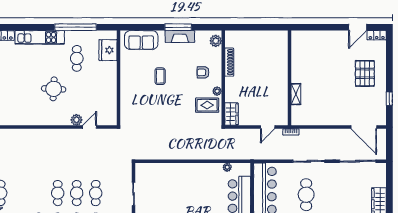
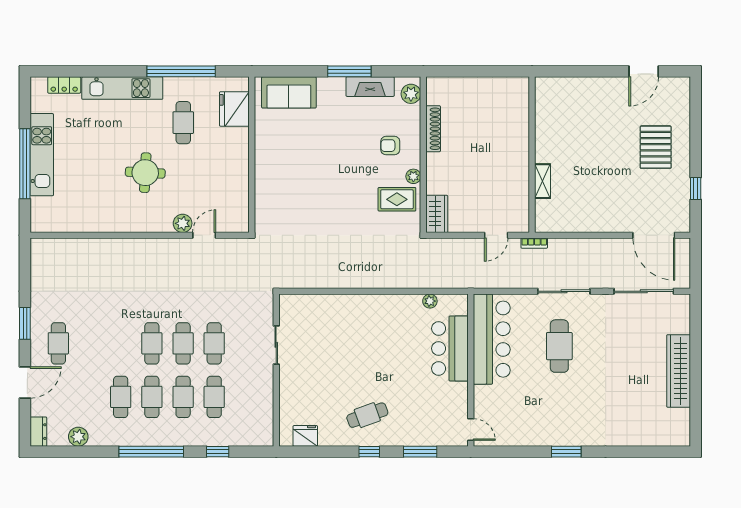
locker: (377, 35) -> (675, 85), removed
fireplace: (180, 36) -> (370, 87), moved
coffee table: (160, 76) -> (320, 152), removed

